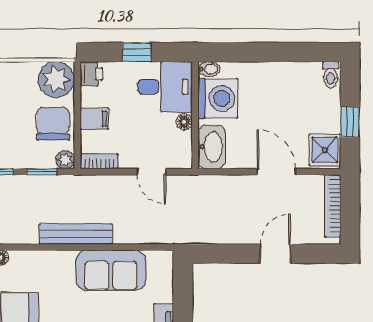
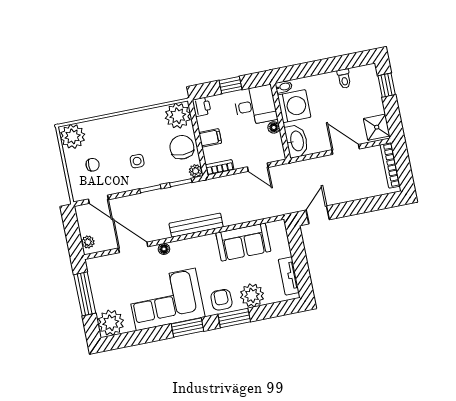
toilet: (331, 75) -> (344, 79), moved
window: (350, 122) -> (387, 85), moved
bench: (76, 234) -> (196, 225), moved
door: (275, 254) -> (318, 215), moved

